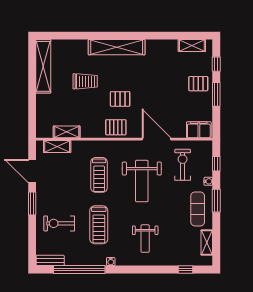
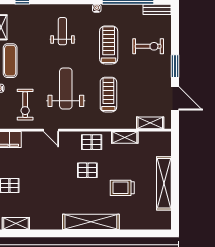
shelving: (43, 66) -> (164, 183), moved
shelving: (67, 132) -> (125, 137), moved
door: (157, 139) -> (51, 130), width x0.53

